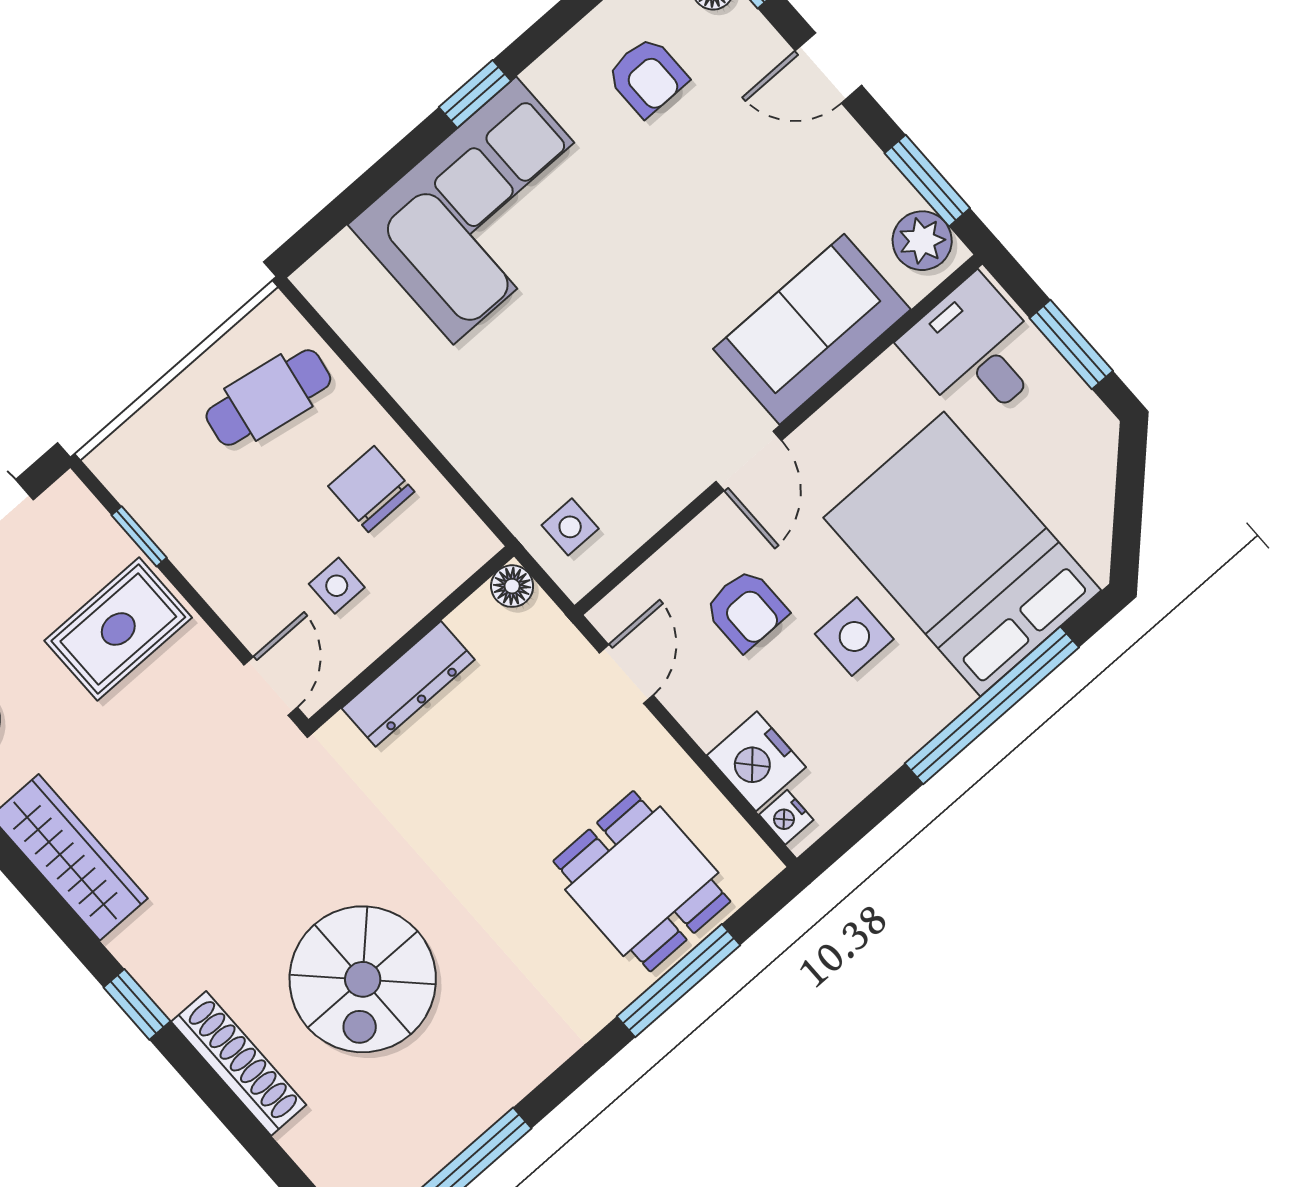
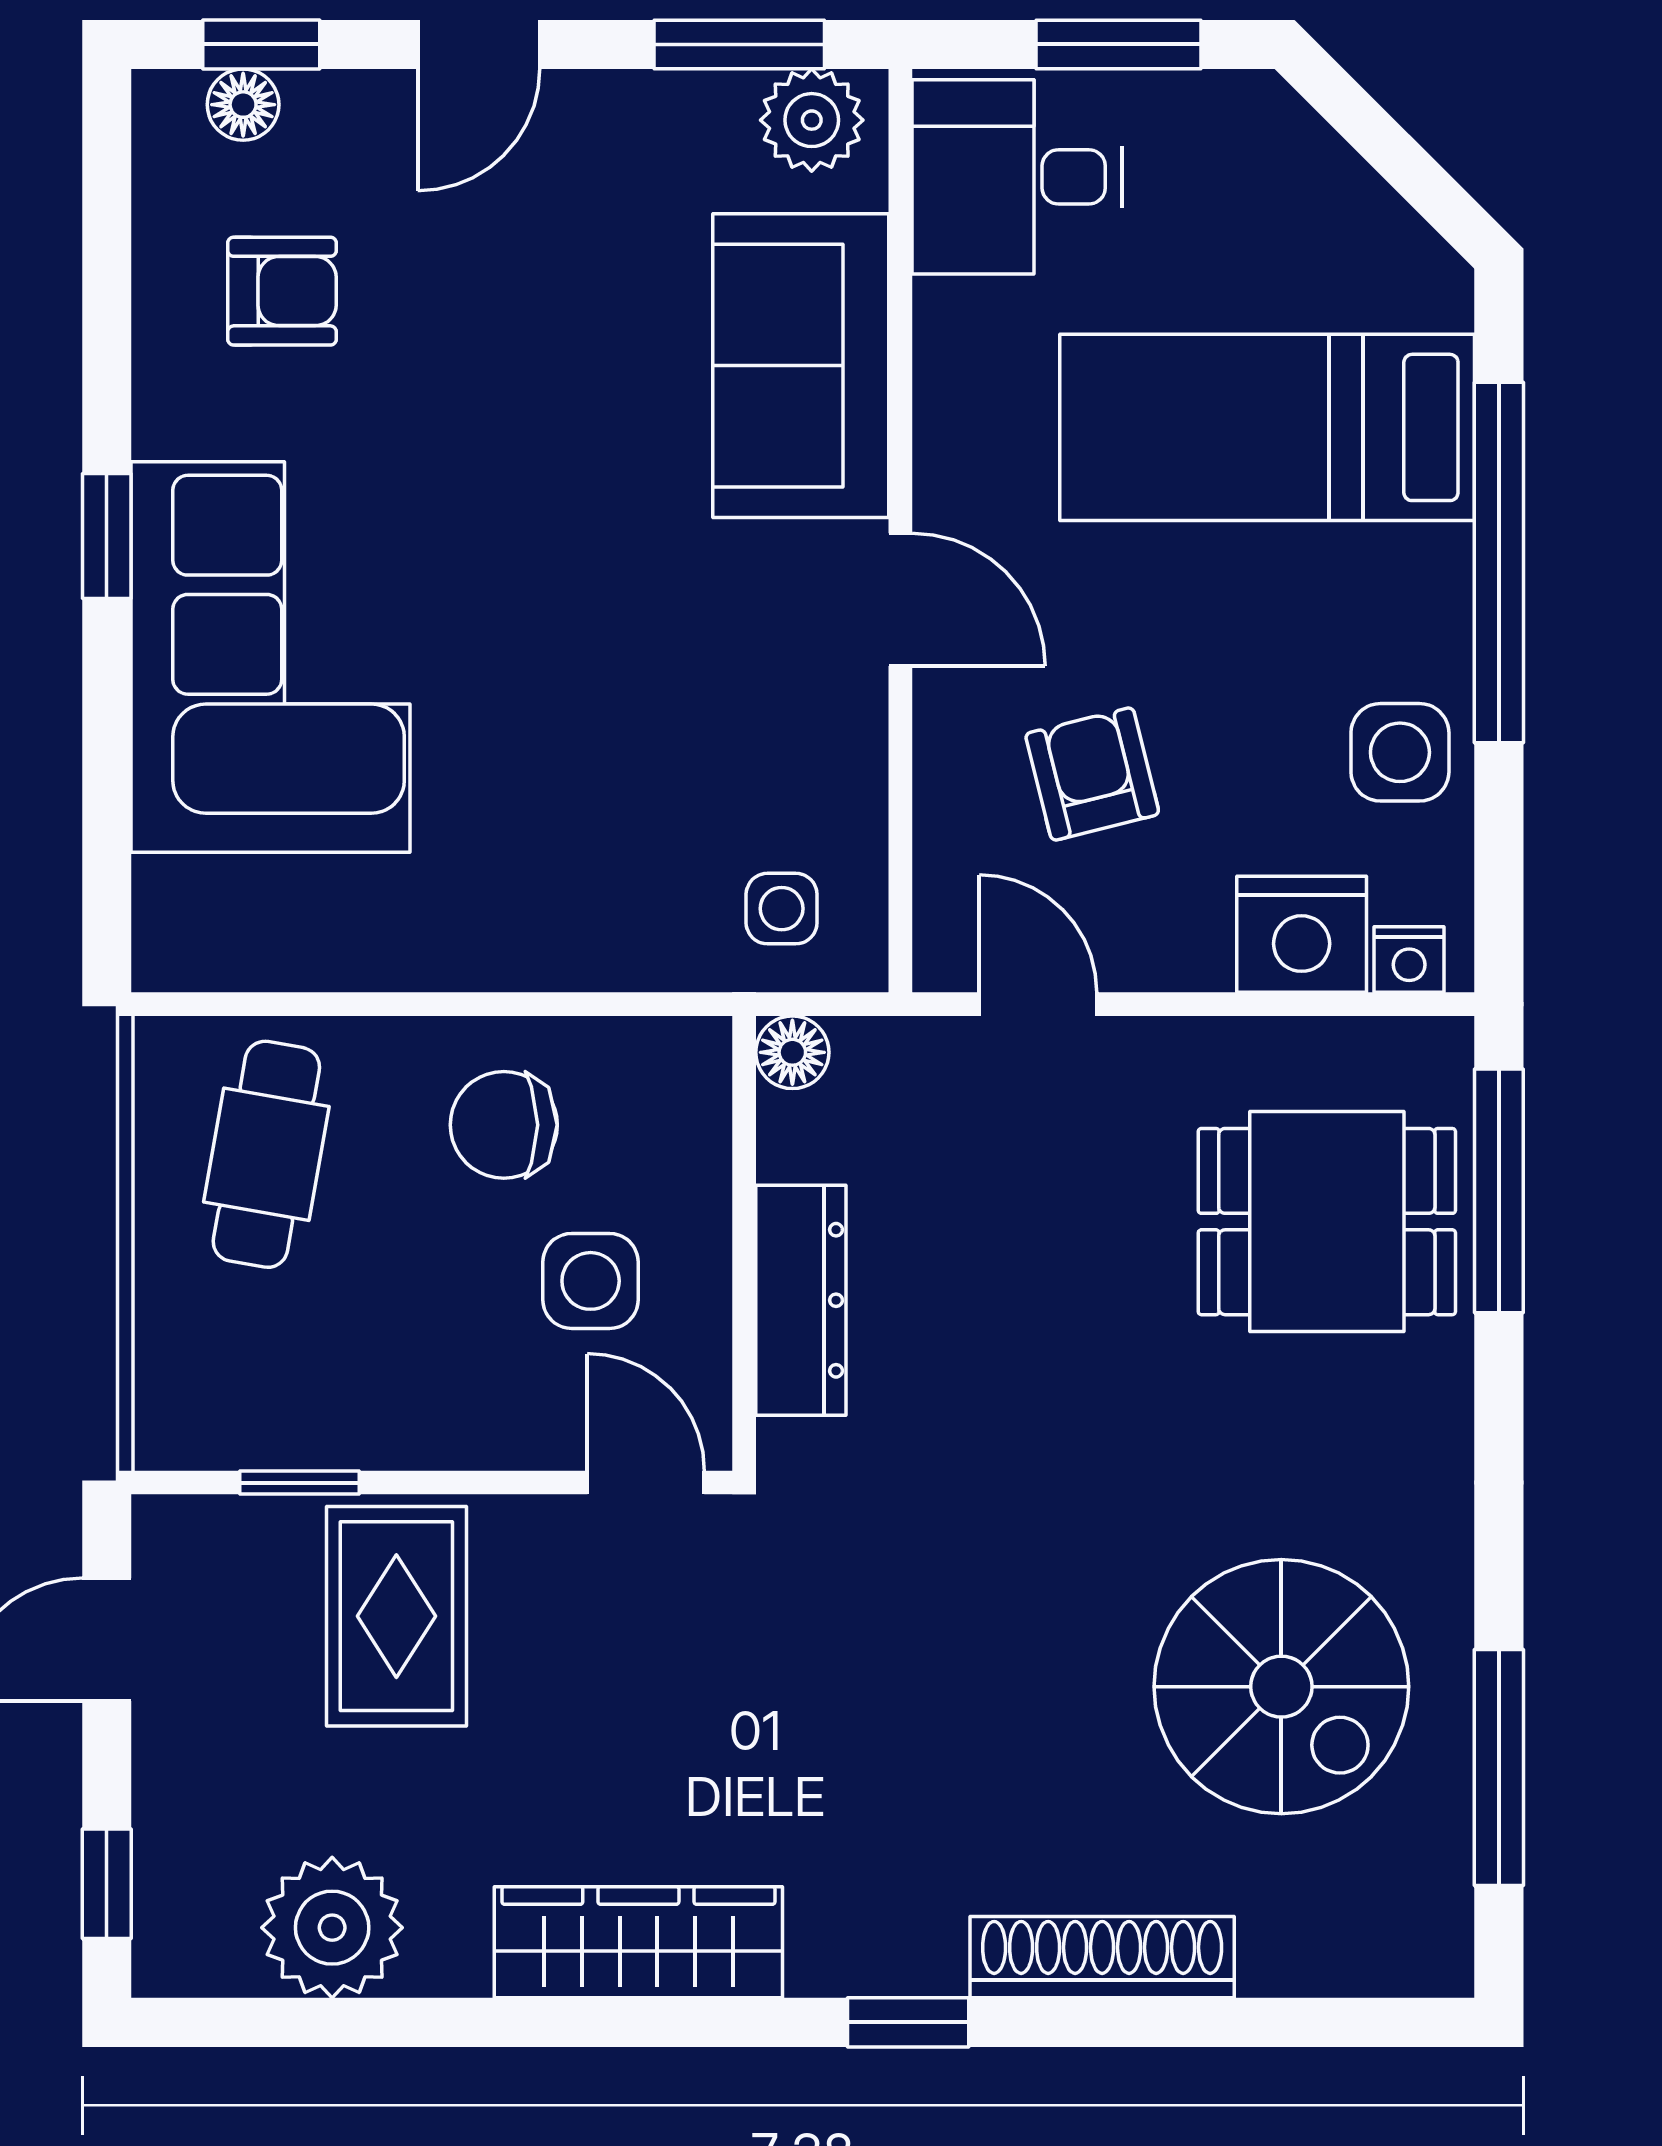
bed: (962, 554) -> (1267, 427), width x0.67
side table: (337, 586) -> (591, 1281), width x1.37, depth x1.37
armchair: (746, 610) -> (1092, 774), turned -104
side table: (854, 637) -> (1400, 752), moved
spiral stairs: (363, 979) -> (1281, 1687), moved
window: (678, 981) -> (1499, 1191), moved

